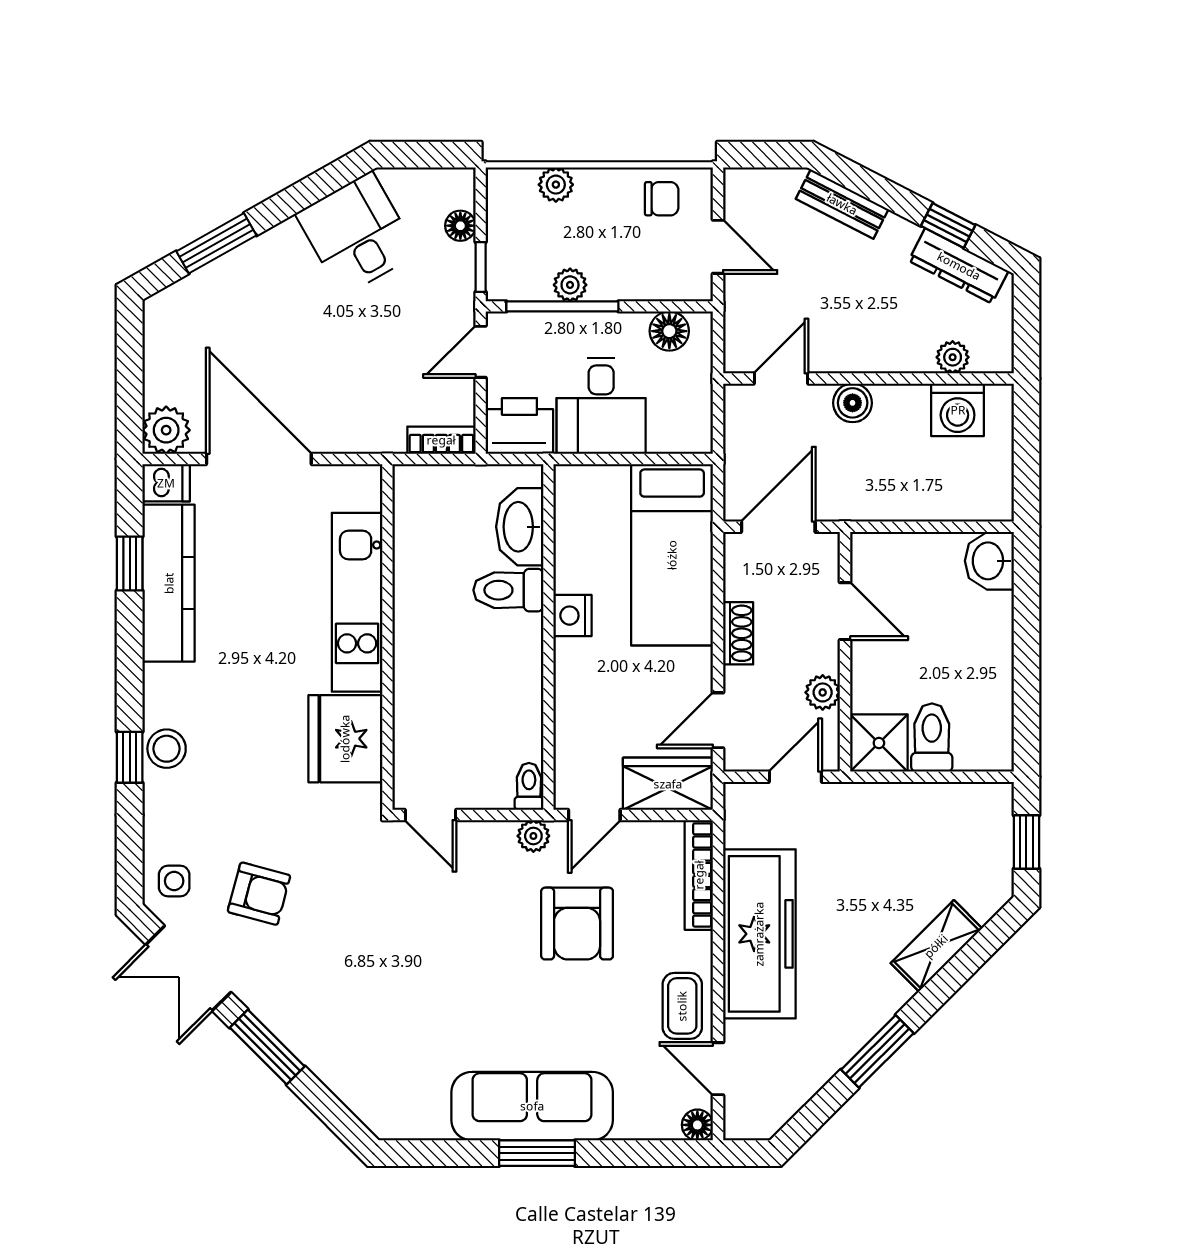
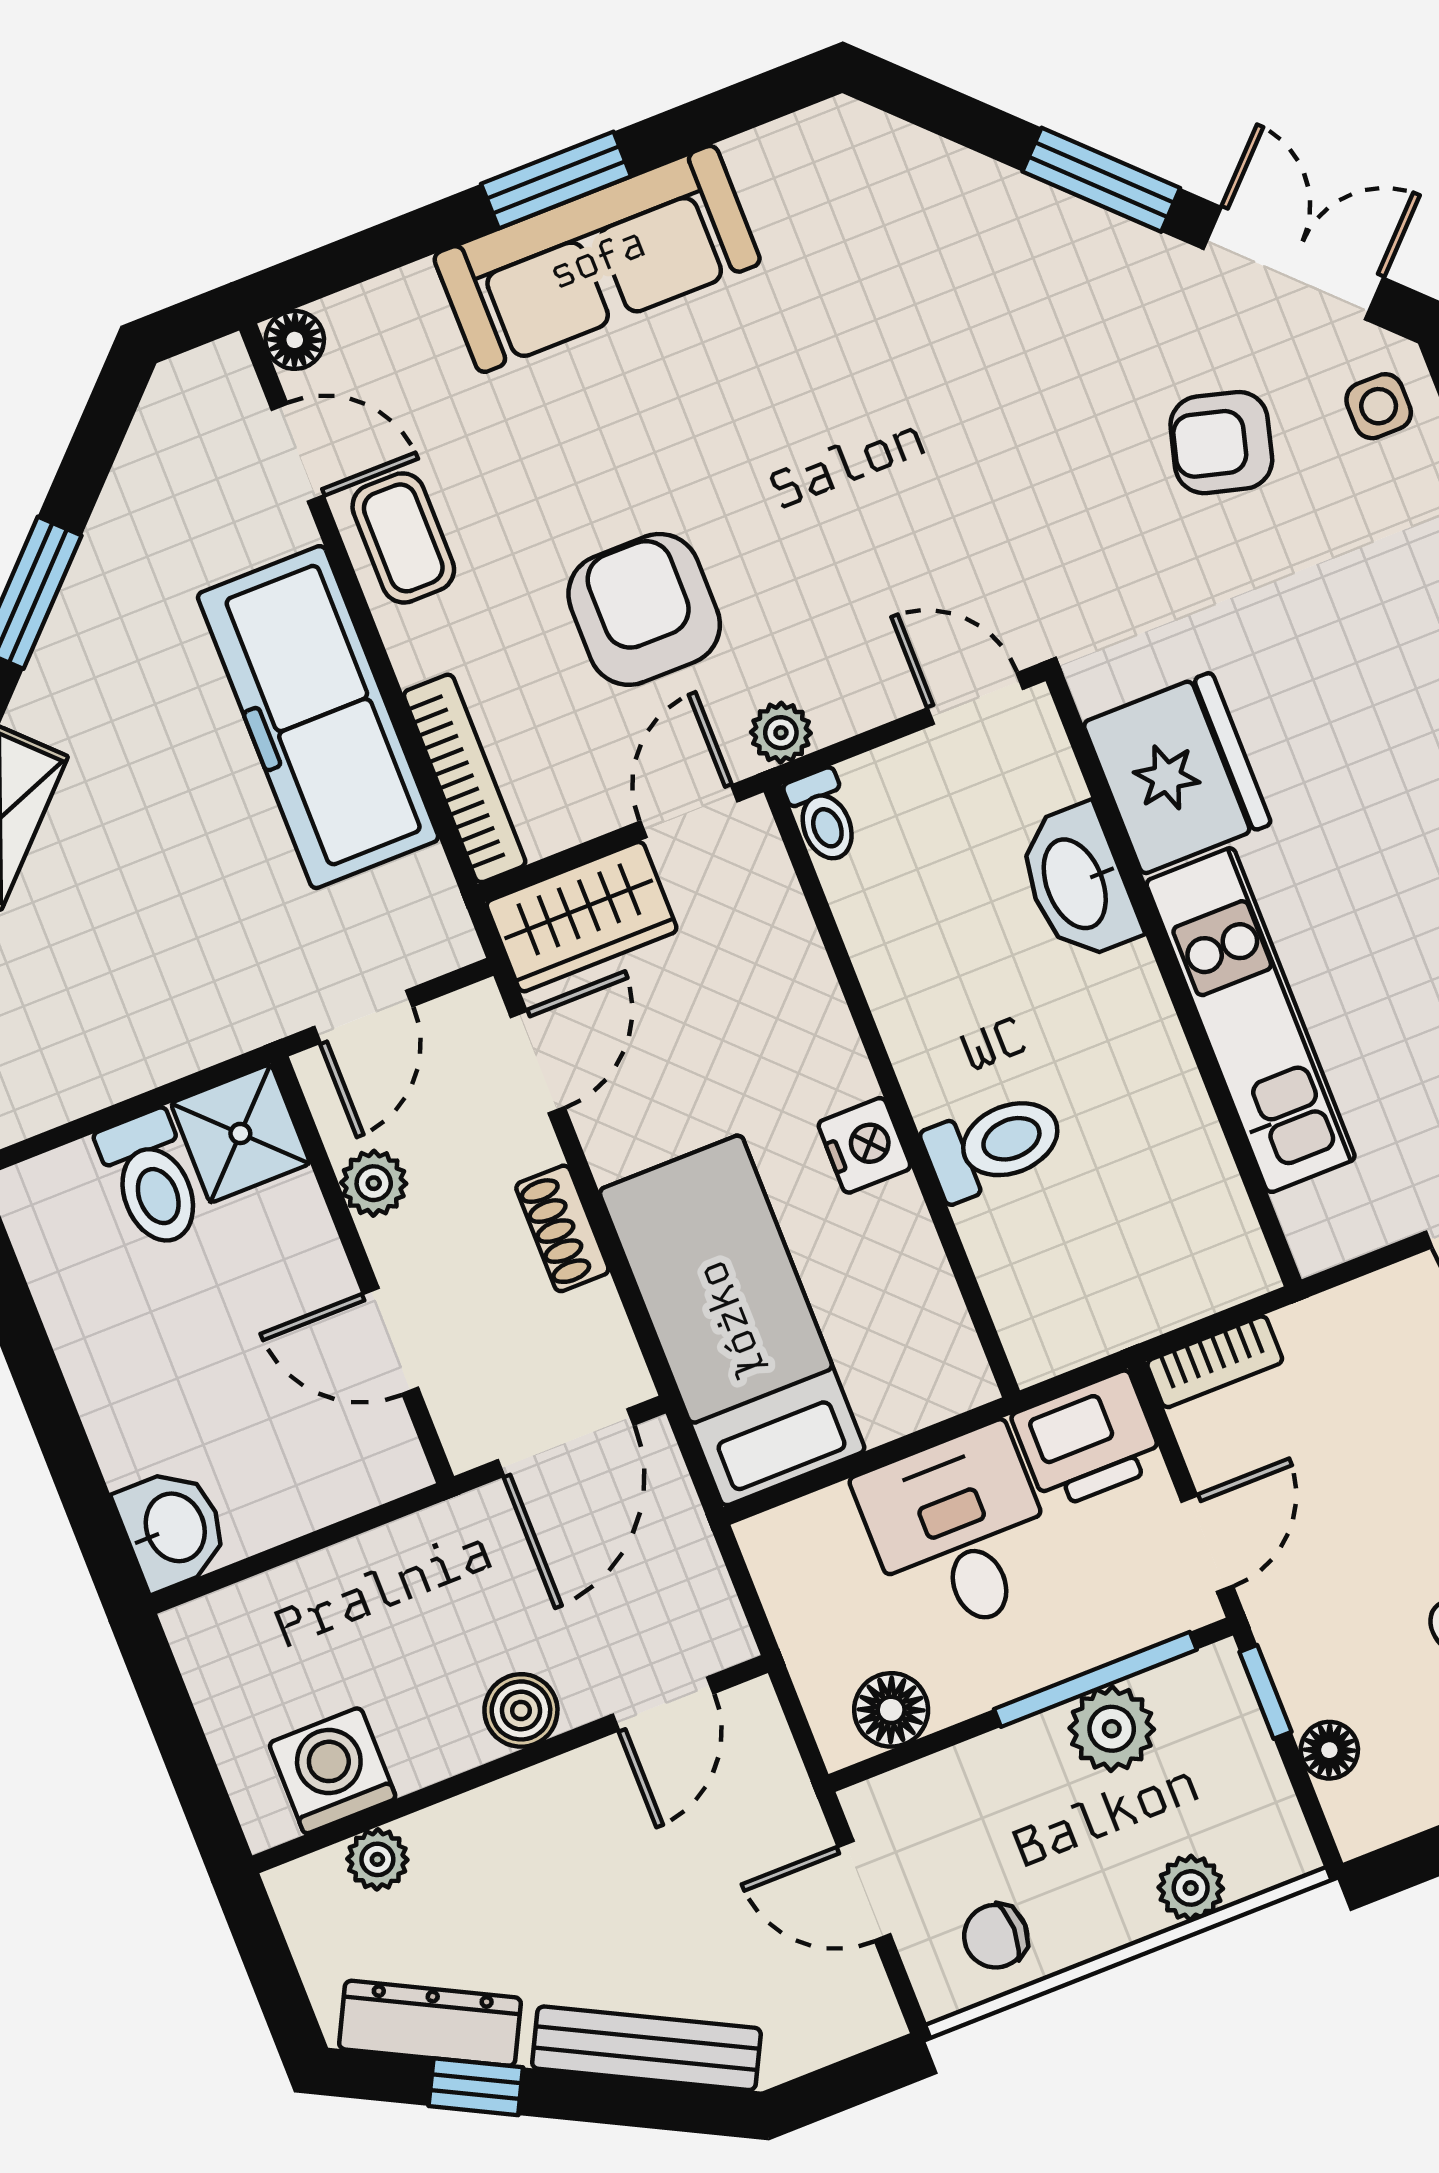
bench: (842, 204) -> (646, 2048), width x1.36
plant: (570, 285) -> (1112, 1729), width x1.38, depth x1.38
washbasin: (520, 527) -> (1077, 883), moved, turned 180

